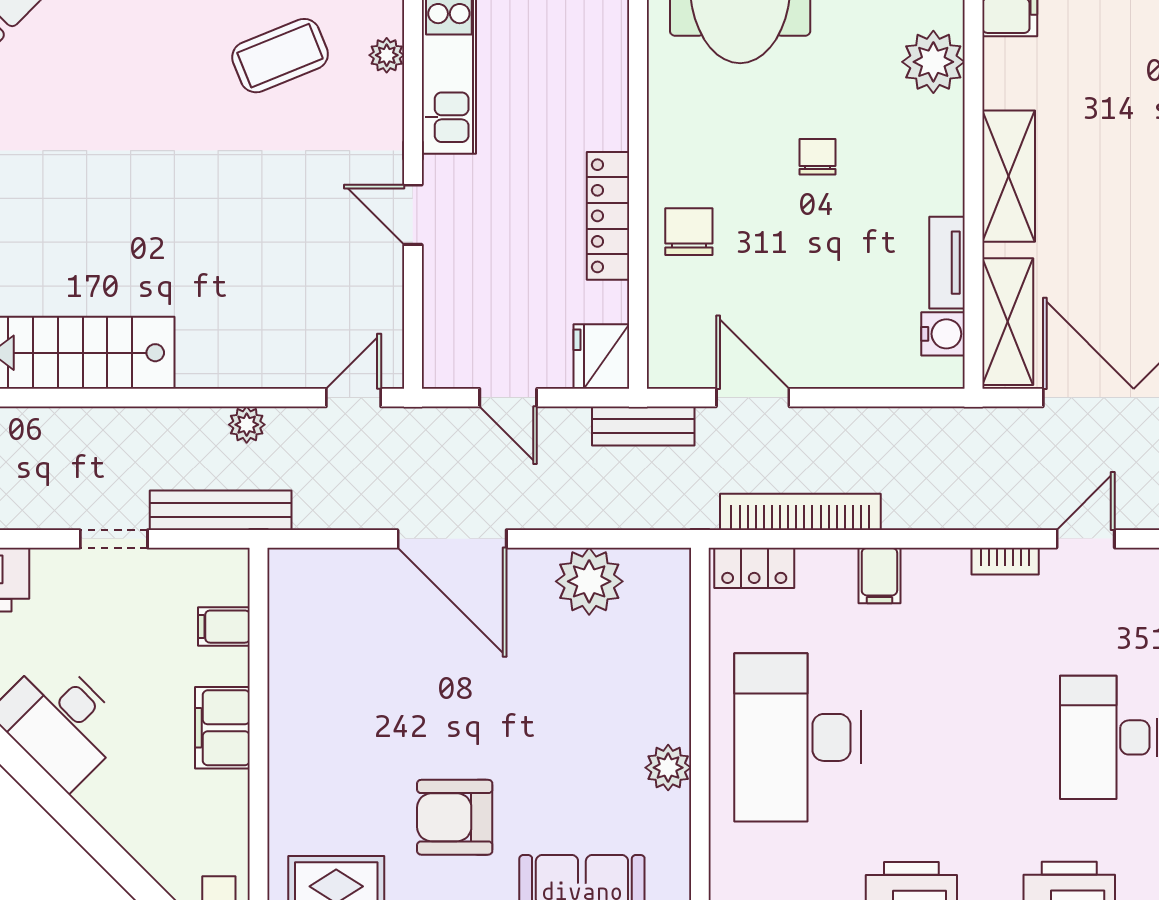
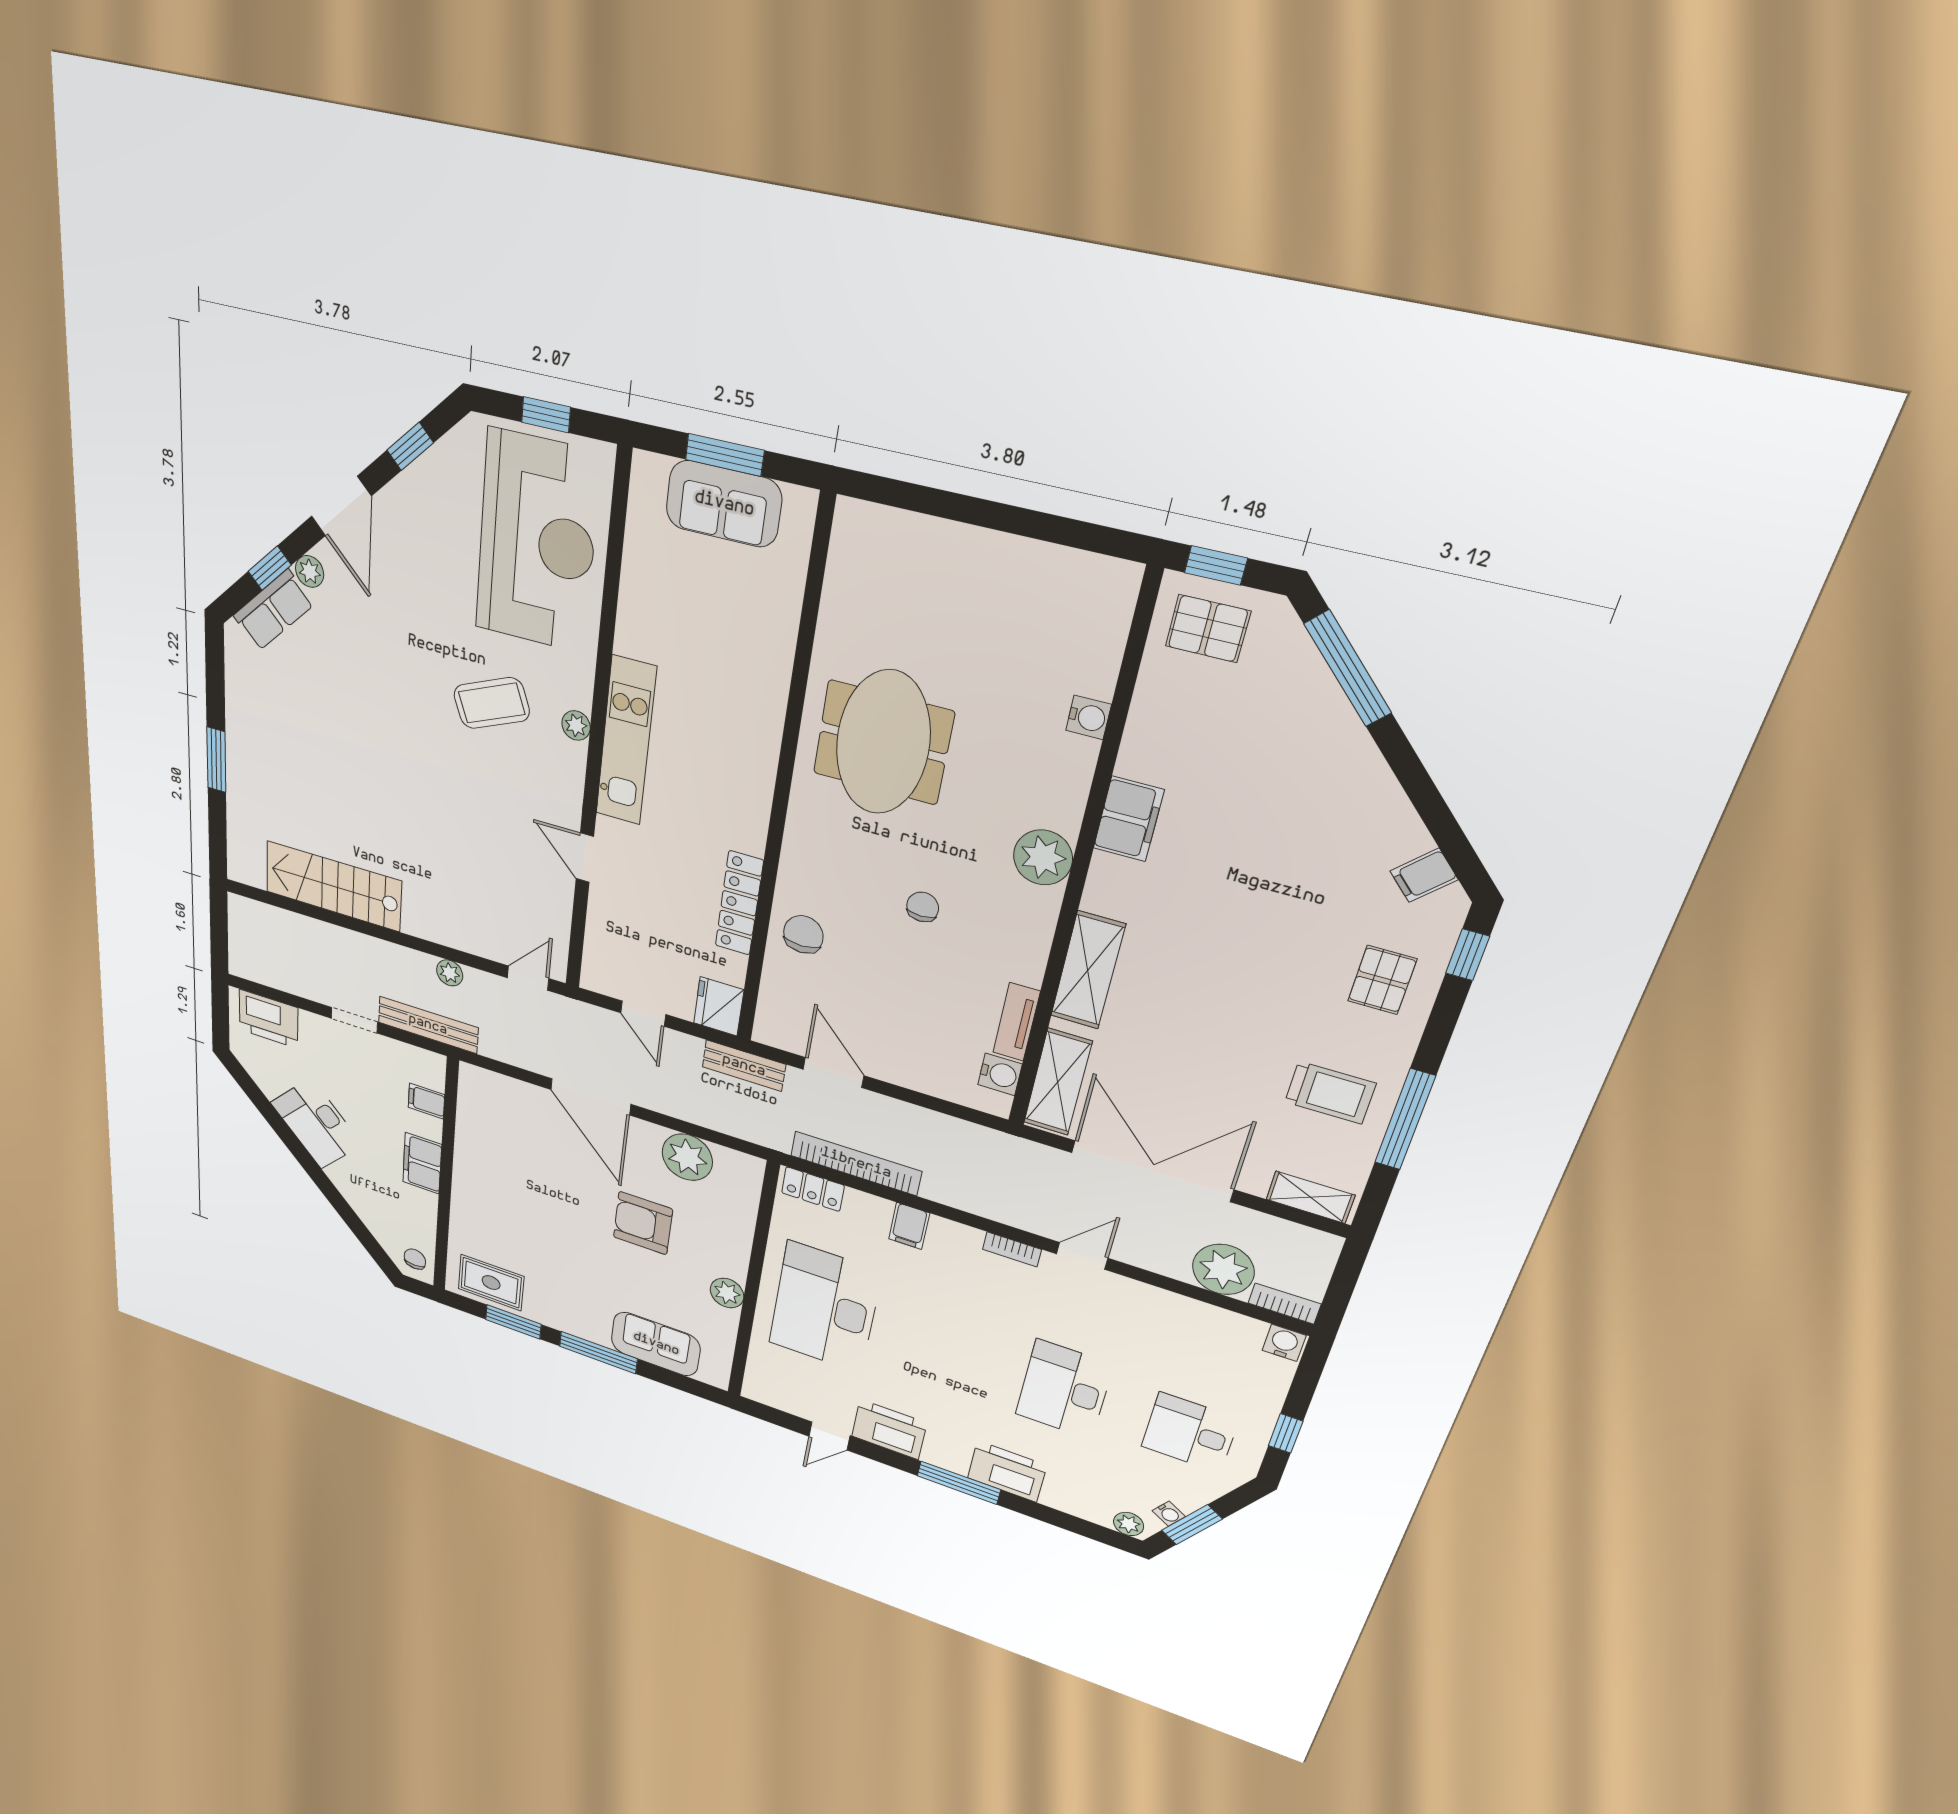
armchair: (455, 817) -> (643, 1223), moved

